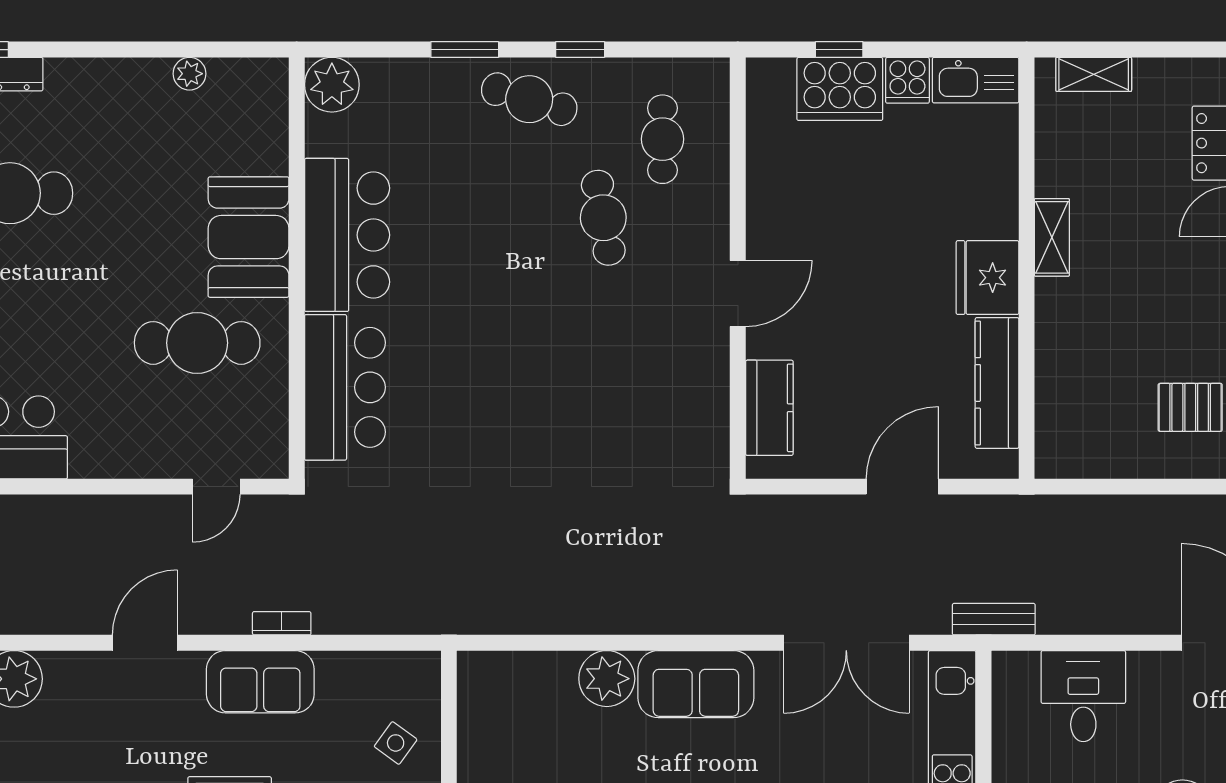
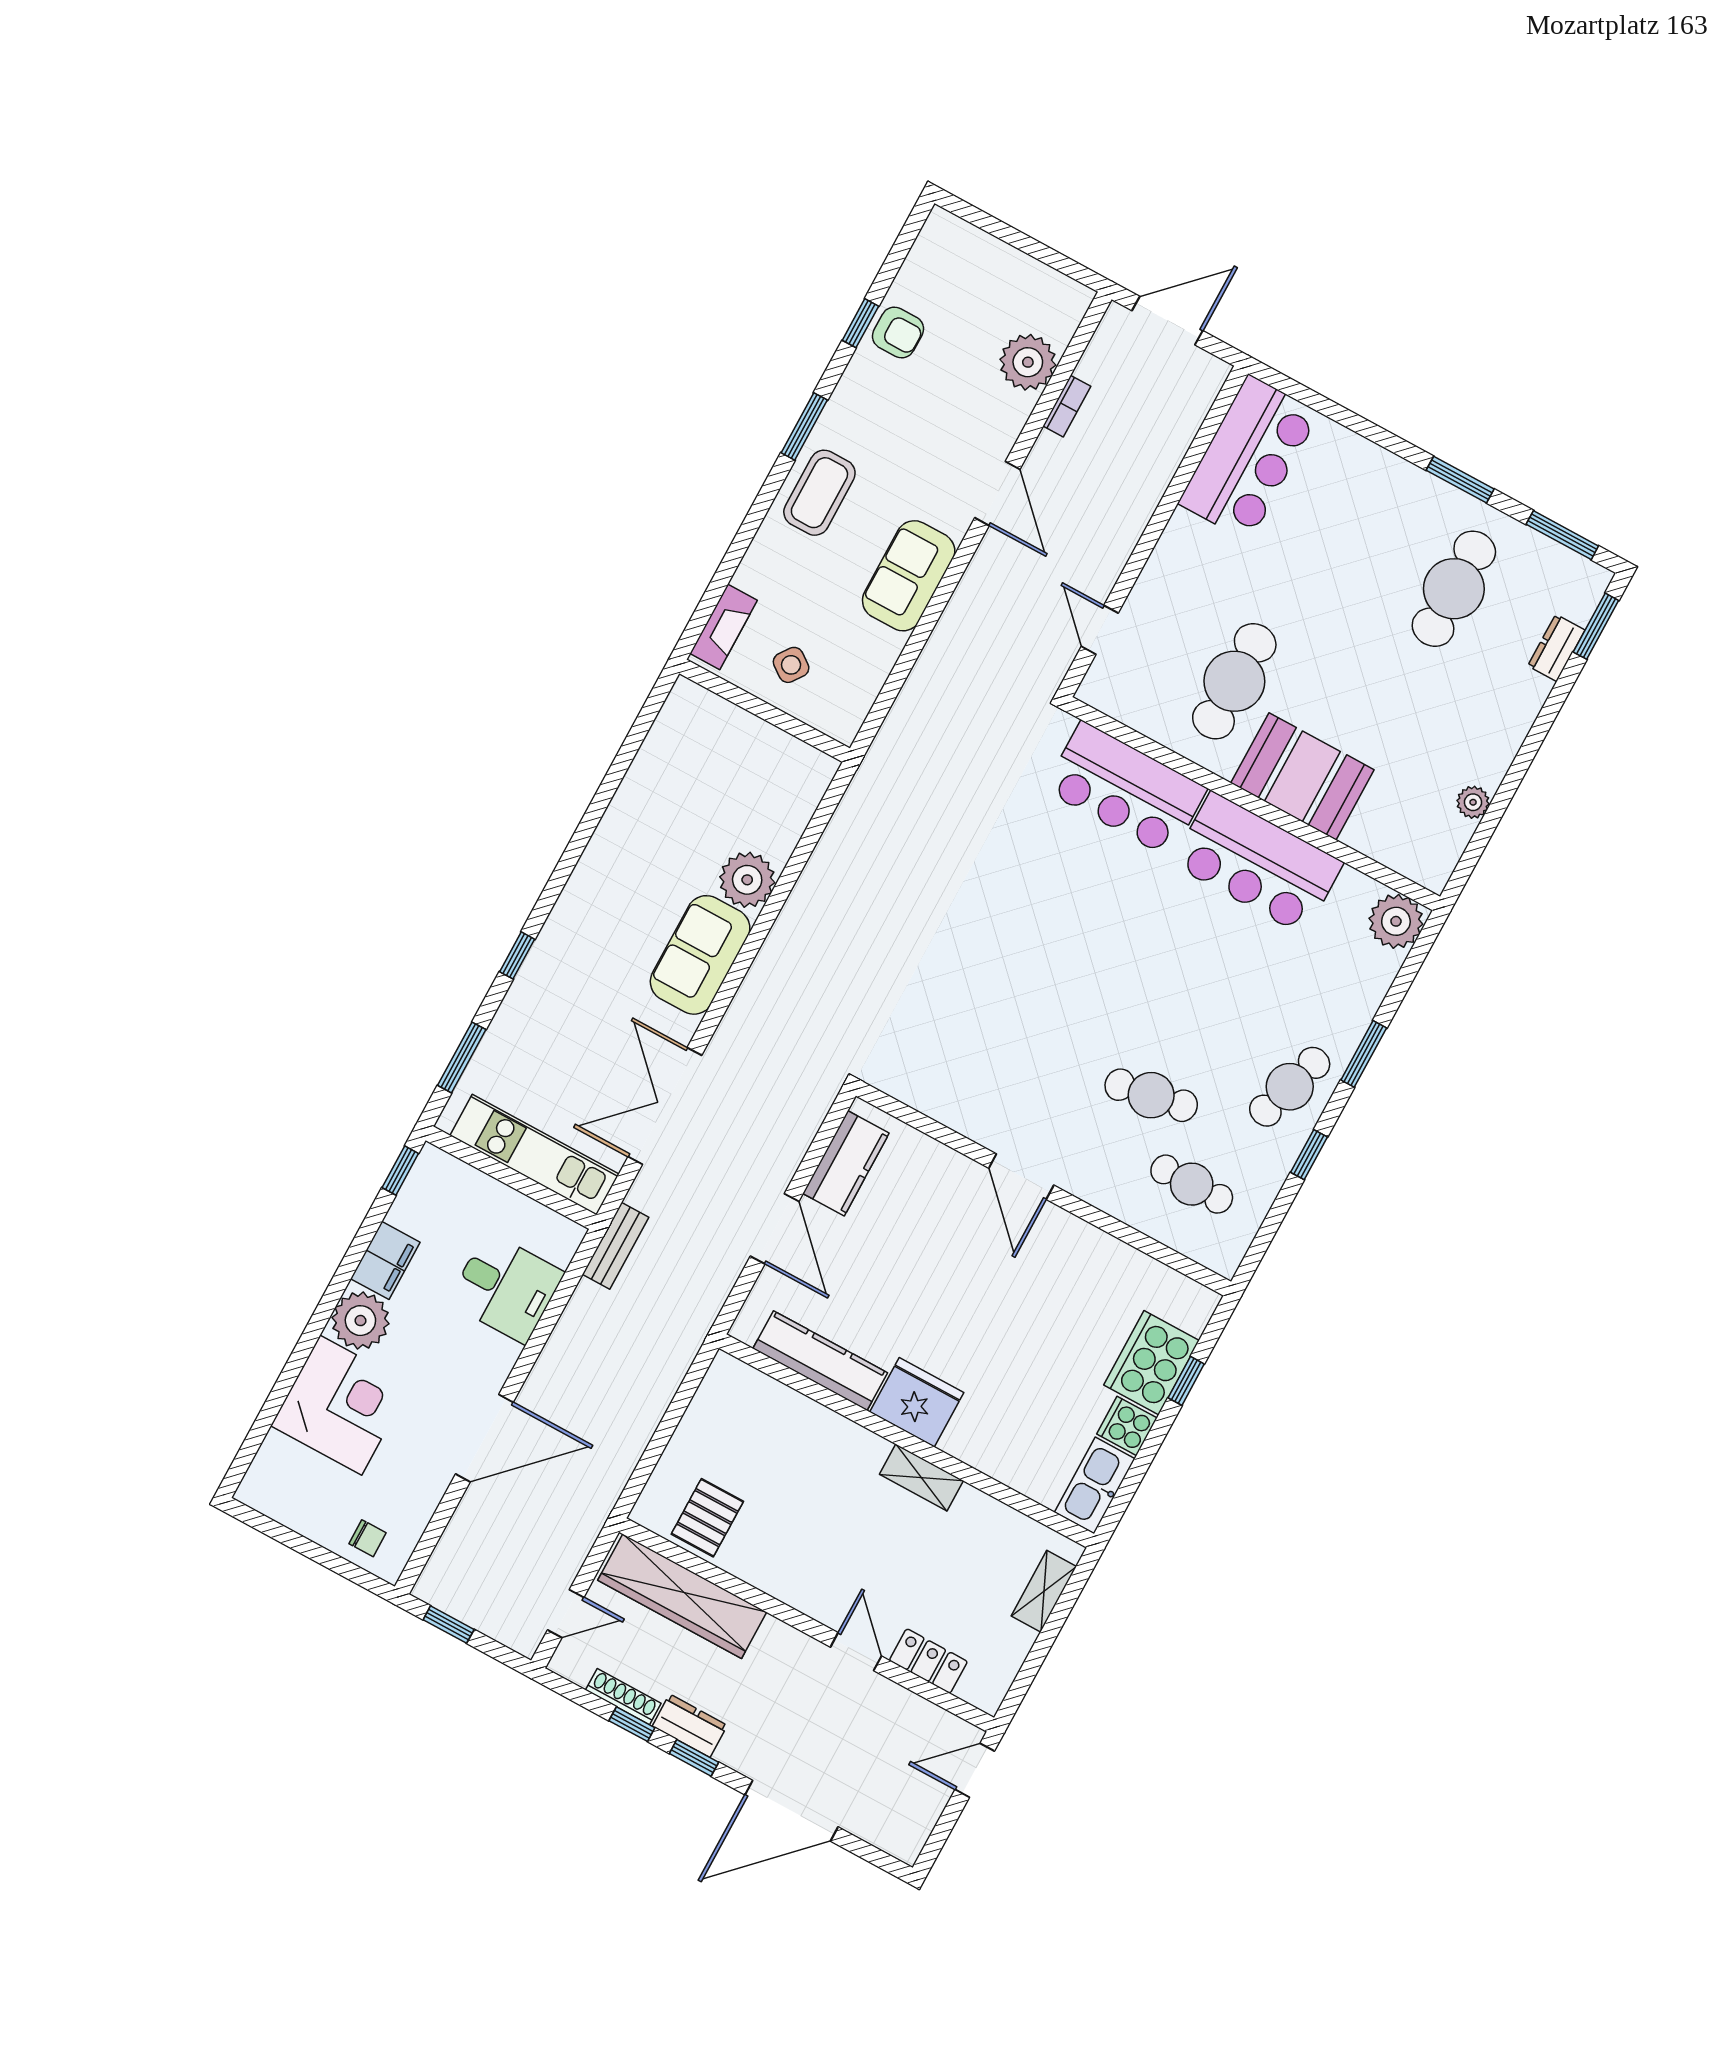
kitchen counter: (769, 408) -> (846, 1163), moved, turned -90
bookcase: (282, 623) -> (1067, 406), moved

